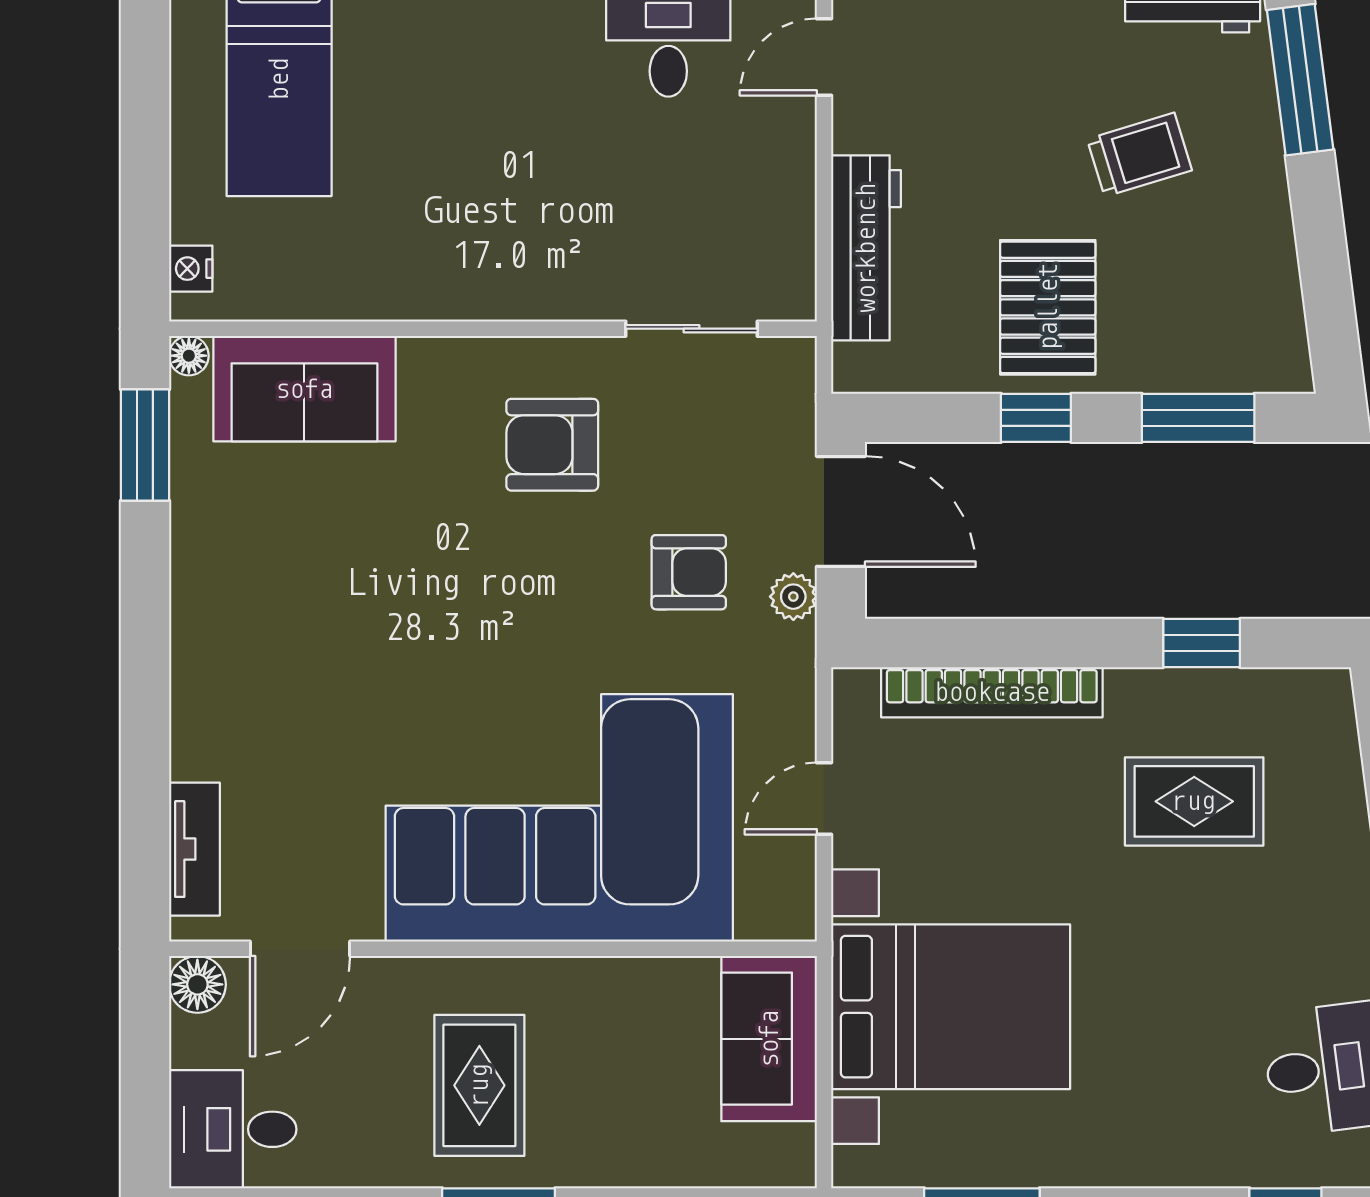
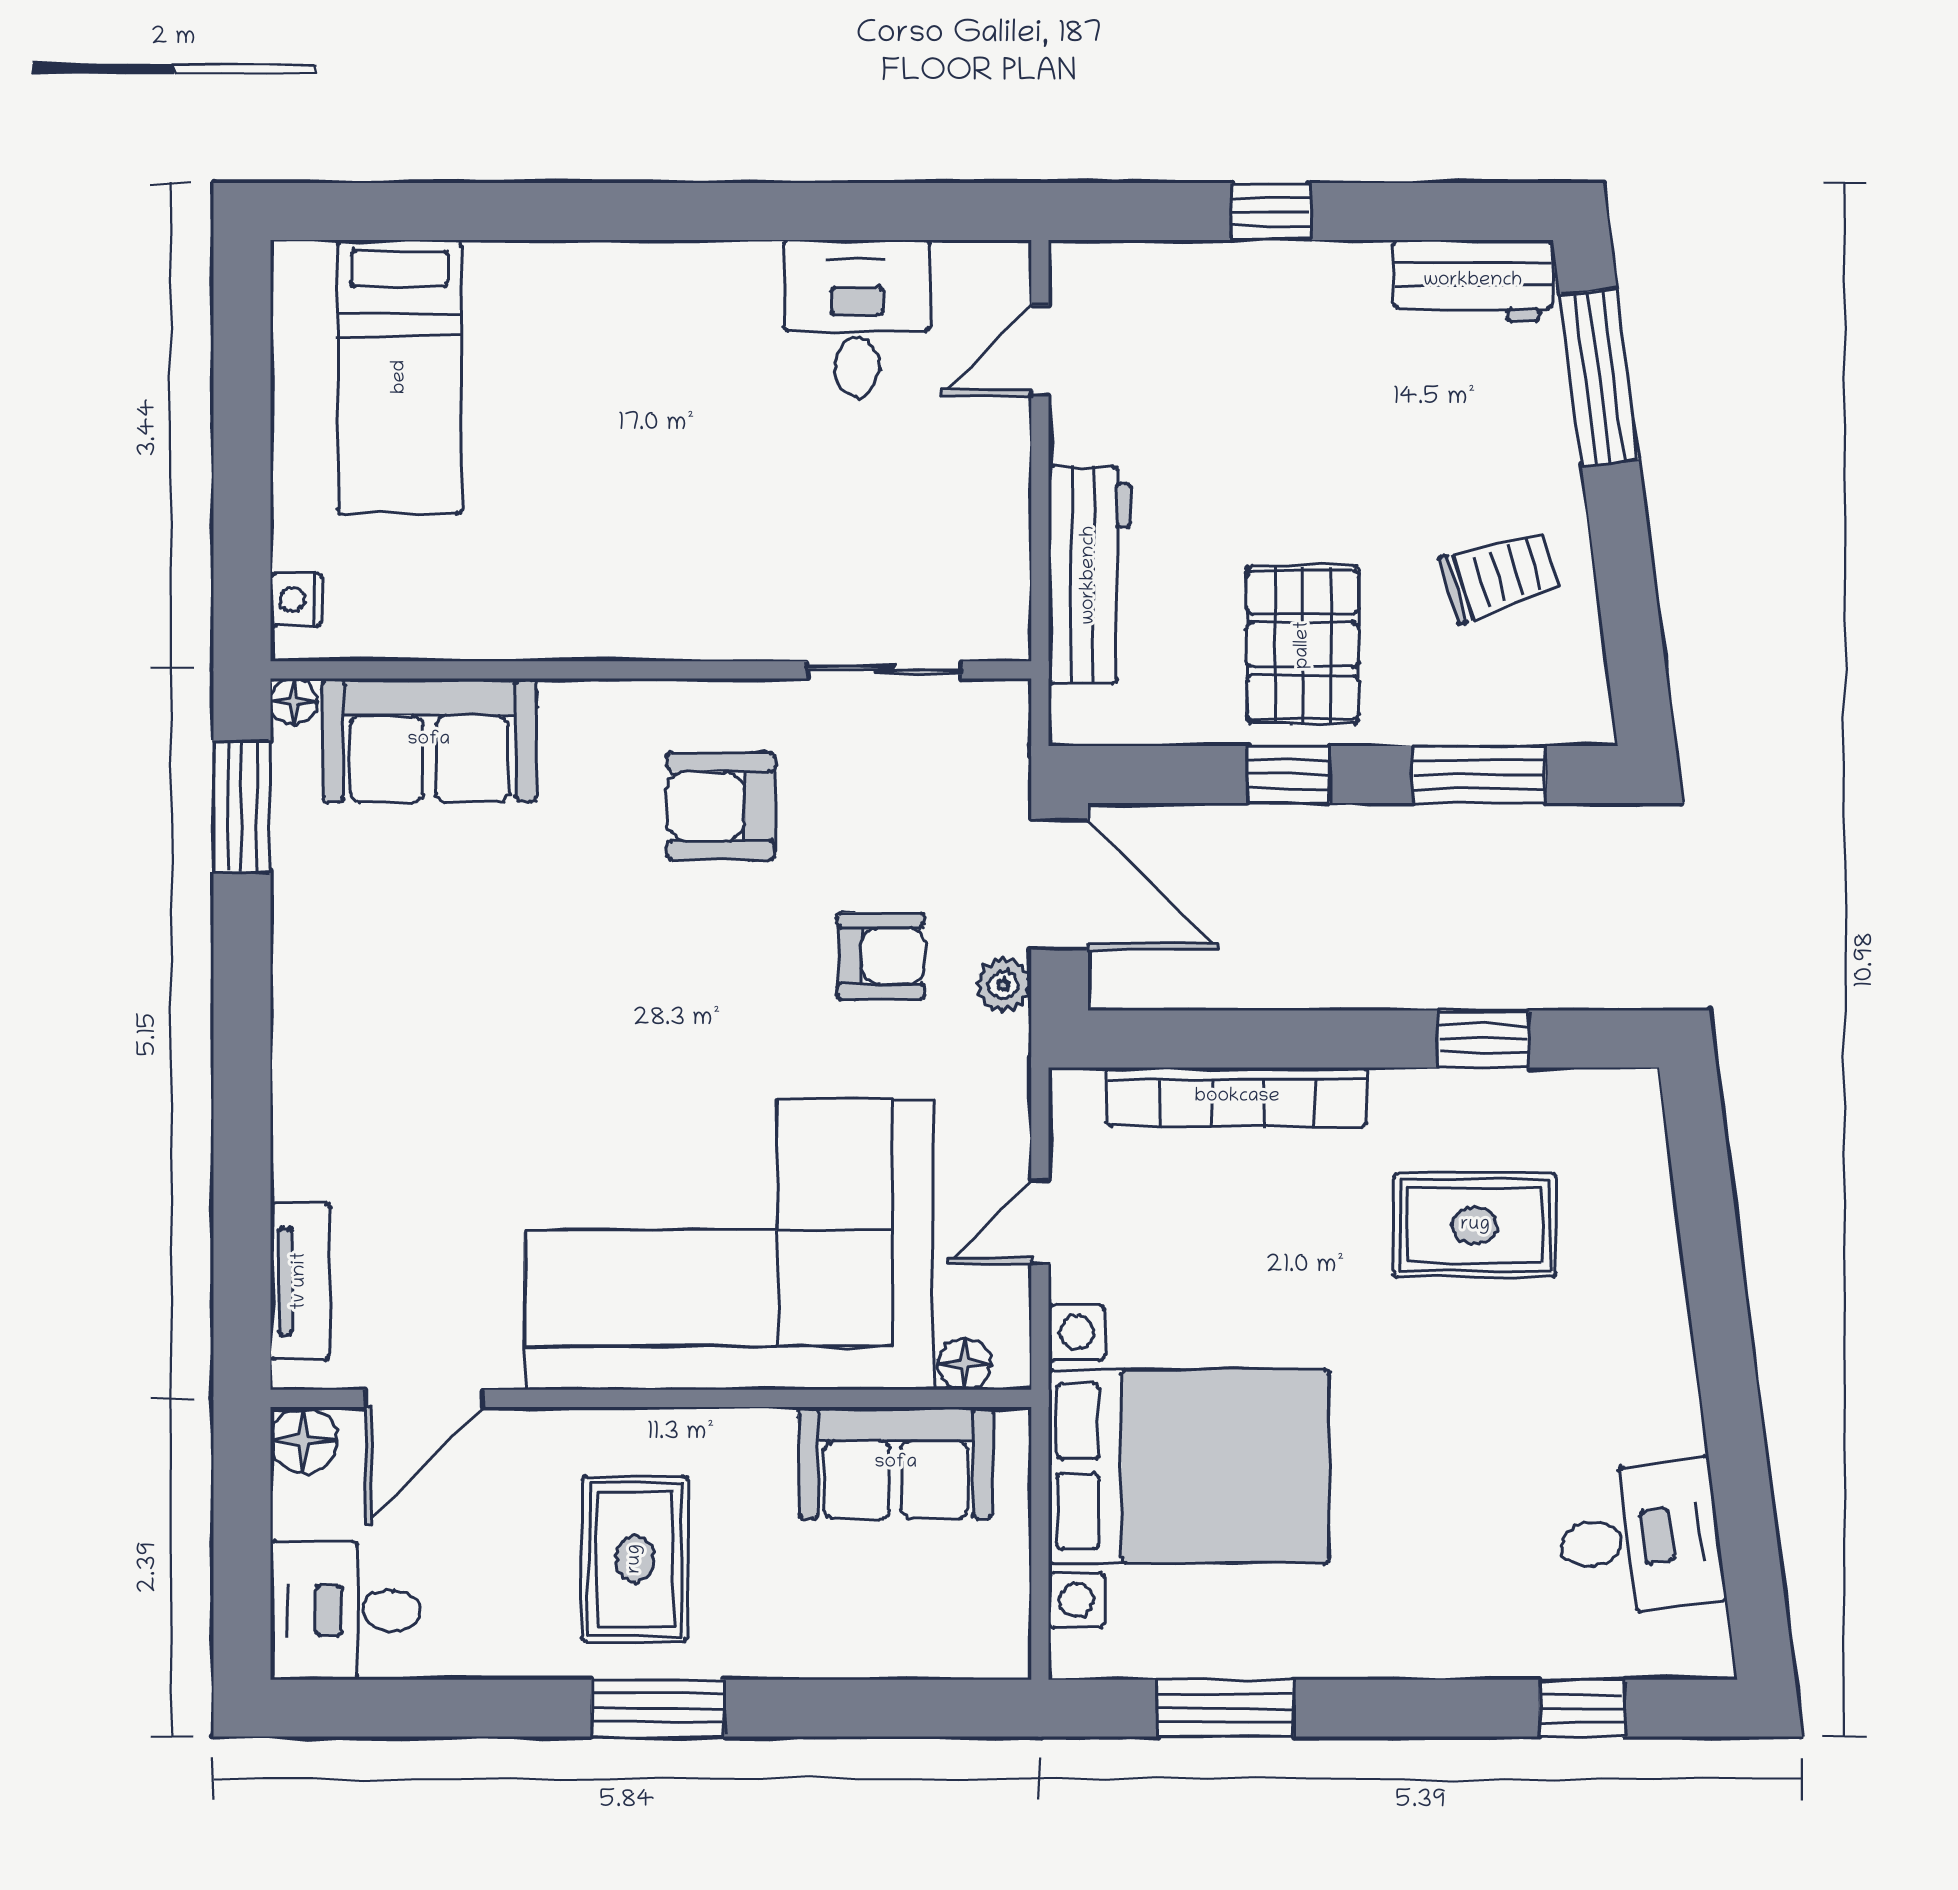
trolley: (1140, 155) -> (1500, 576), moved
floor lamp: (760, 919) -> (965, 1364), added
sofa: (769, 1039) -> (896, 1463), moved, turned -90

